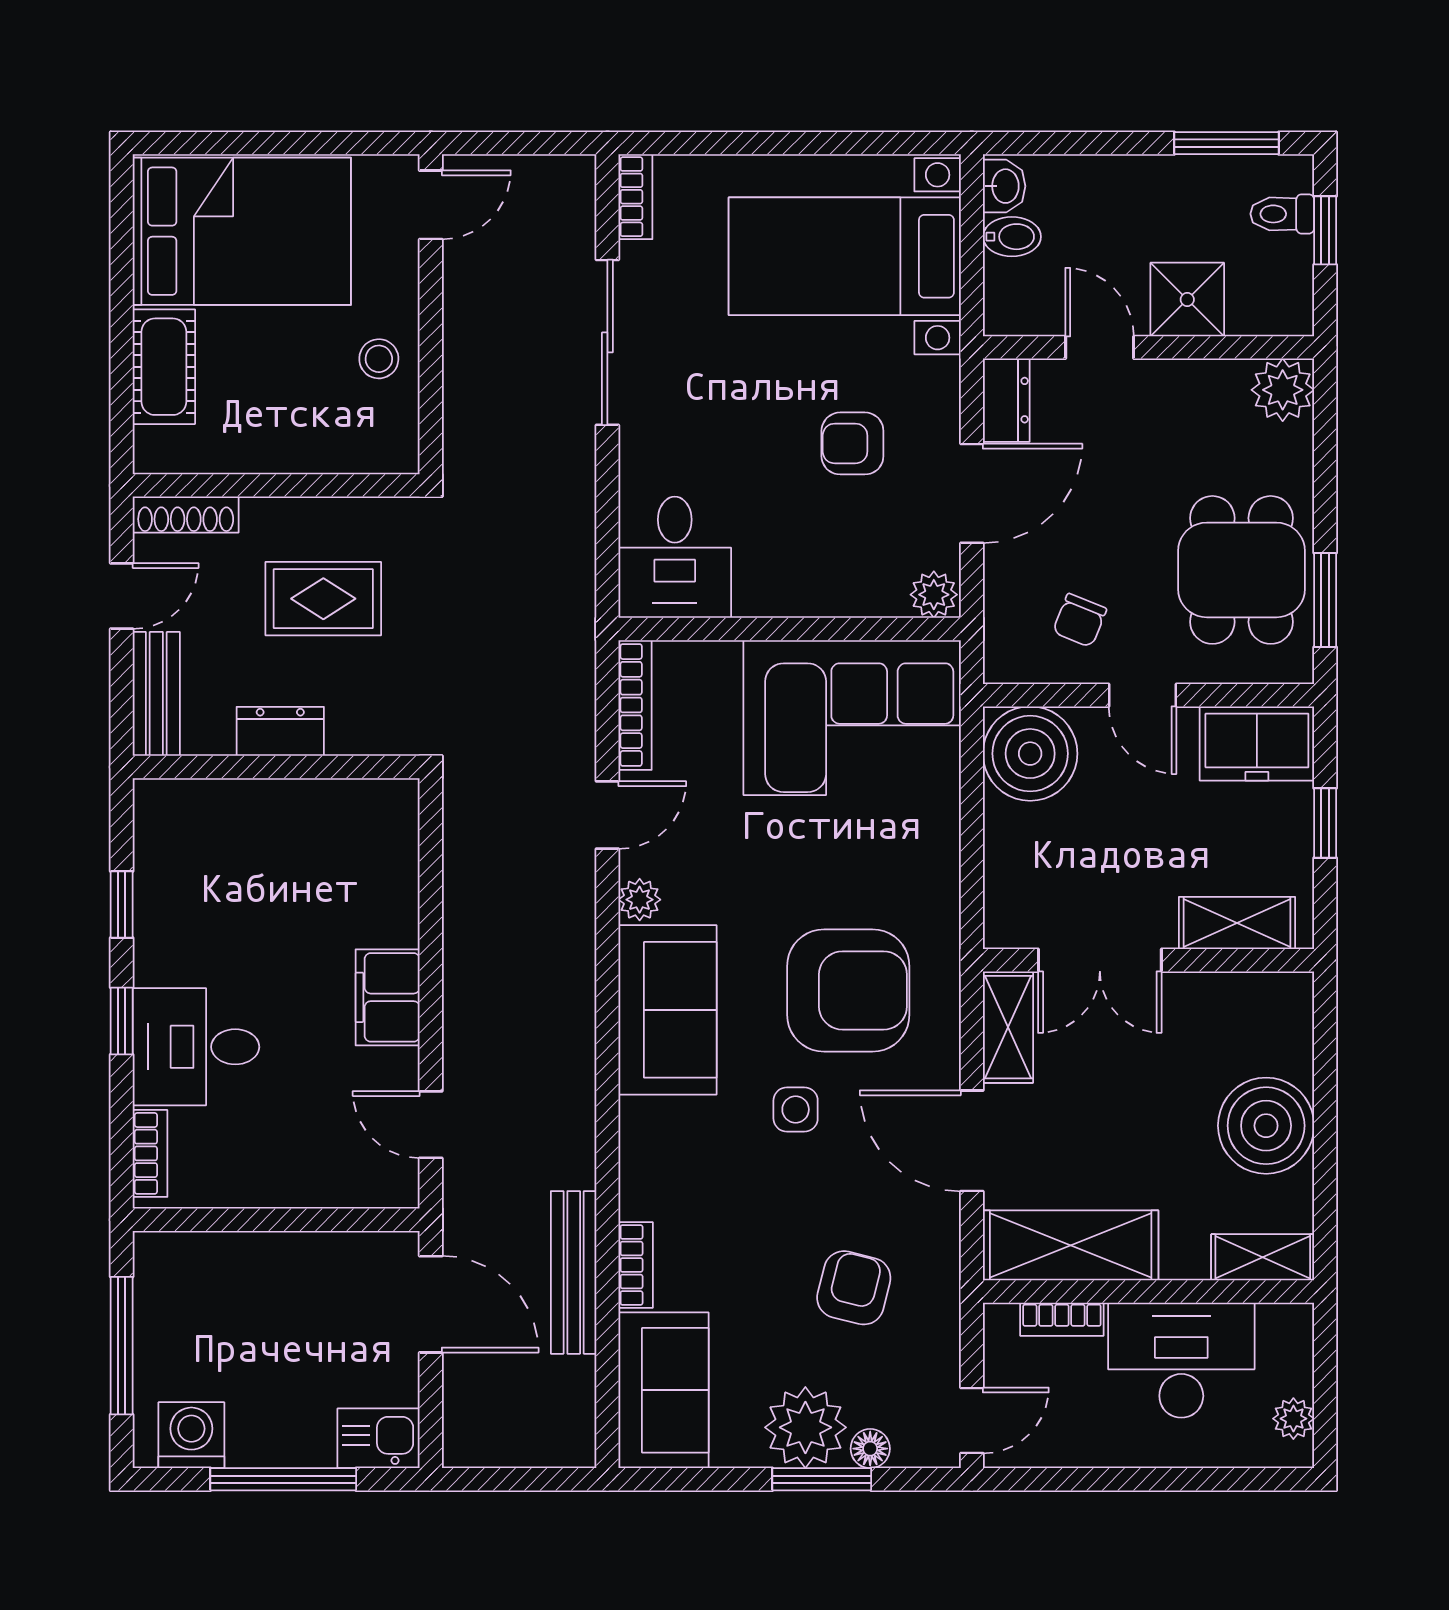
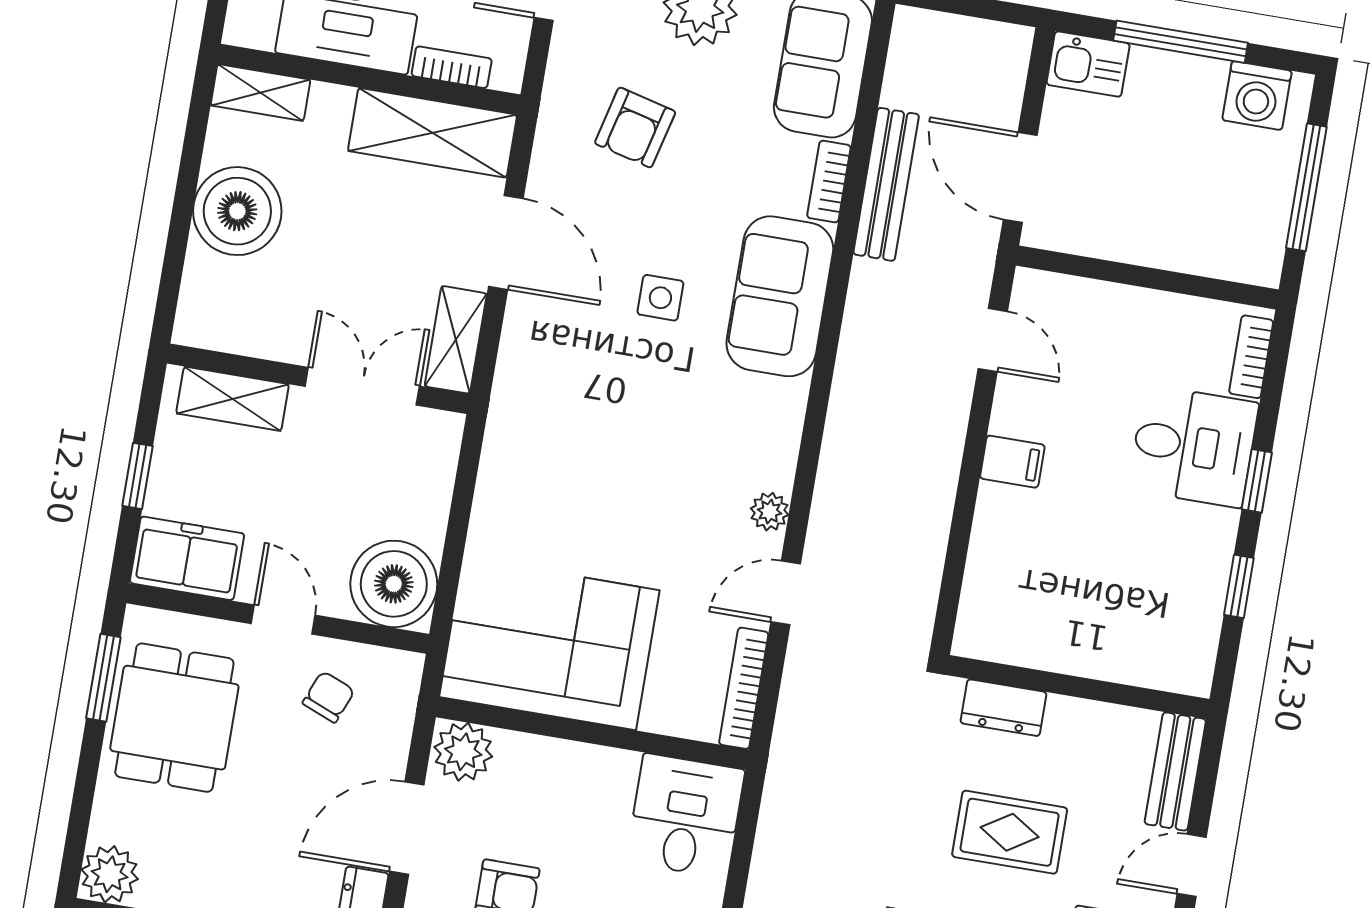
plant: (934, 595) -> (463, 752), width x1.38, depth x1.38
dresser: (280, 731) -> (1003, 708), moved
armchair: (848, 990) -> (595, 397), removed
filing cabinet: (388, 997) -> (1012, 462), width x0.50
sofa: (668, 1010) -> (780, 296), moved

